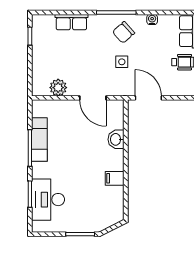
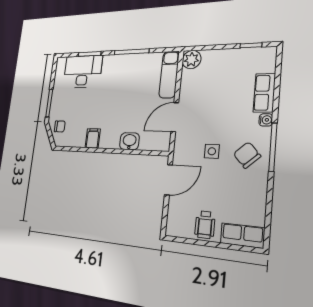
water cooler: (152, 19) -> (266, 120), moved
plant: (58, 88) -> (192, 60), moved
exam couch: (39, 139) -> (169, 75), moved, turned 90
chair: (104, 218) -> (60, 126), added

